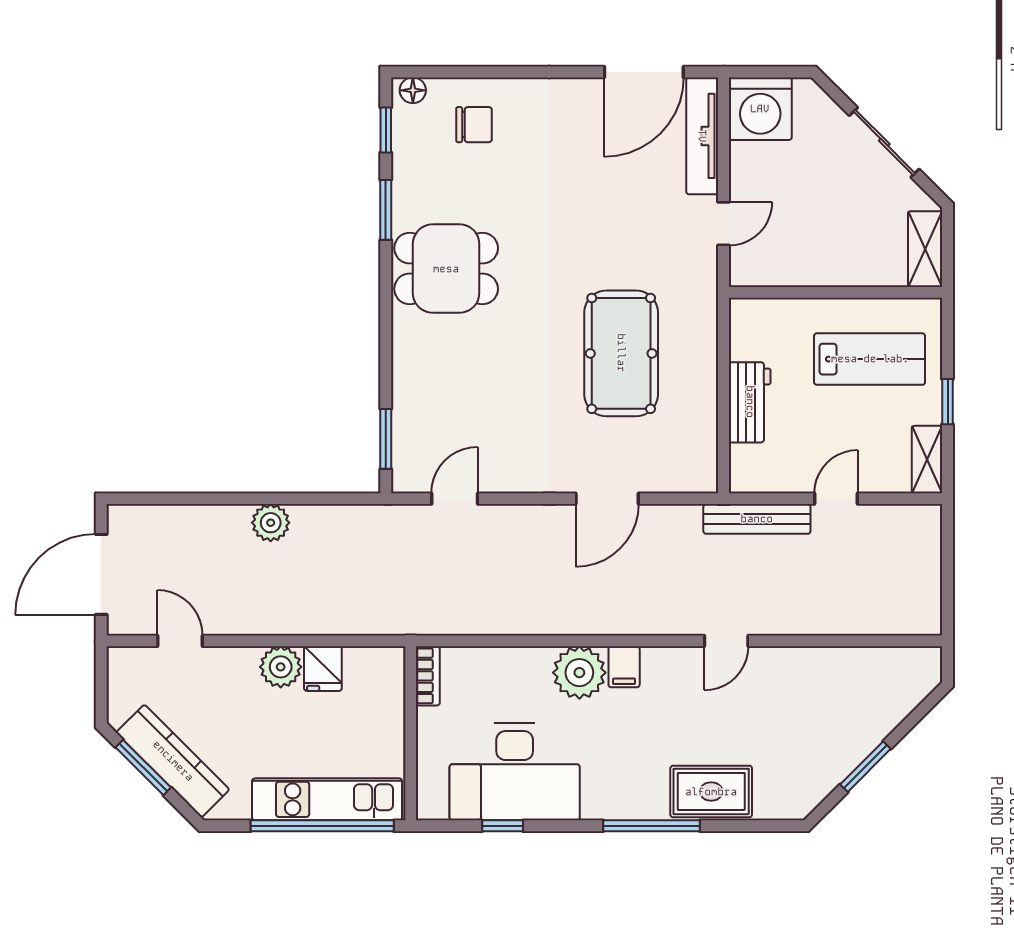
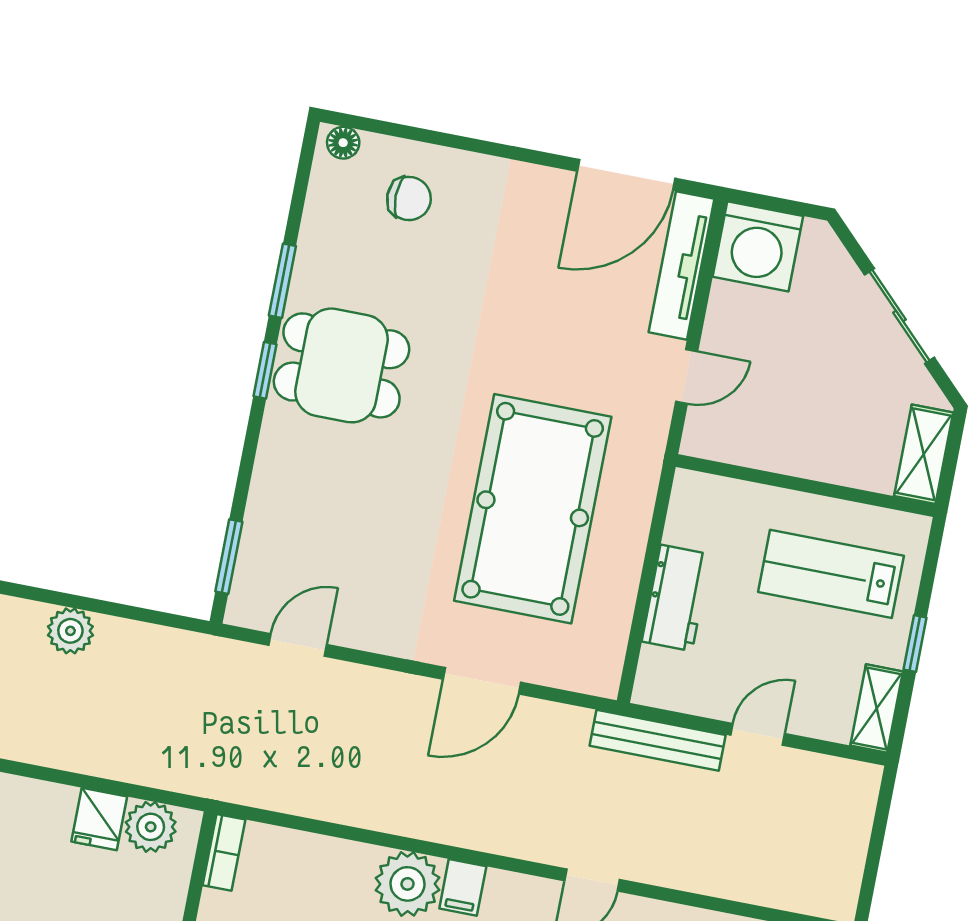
window: (386, 130) -> (265, 370), moved
pool table: (621, 353) -> (533, 509), width x1.36, depth x1.32
lab bench: (870, 359) -> (831, 574), turned 180
plant: (281, 667) -> (151, 827), moved

